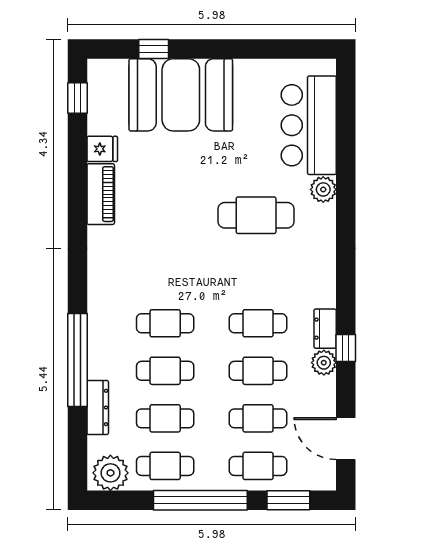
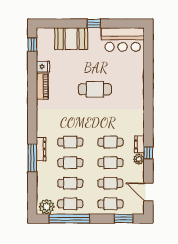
window: (154, 49) -> (94, 23), moved
booth: (181, 95) -> (71, 39), width x0.73, depth x0.70
bar counter: (309, 125) -> (123, 40), moved, turned -90
plant: (323, 189) -> (139, 84), removed
cafe table: (256, 215) -> (95, 89), moved
window: (77, 360) -> (32, 158), width x0.68
dresser: (98, 407) -> (41, 149), moved
window: (200, 500) -> (69, 219), moved

